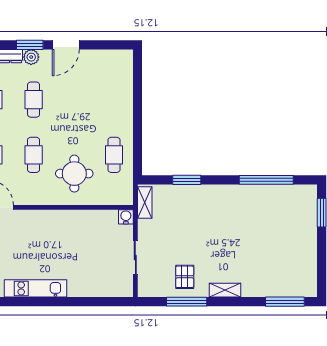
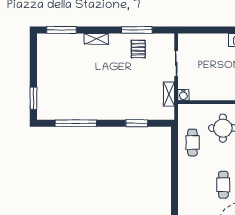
cafe table: (74, 100) -> (223, 185), added
shelving: (145, 202) -> (169, 94), moved
shelving: (225, 290) -> (96, 39), moved

